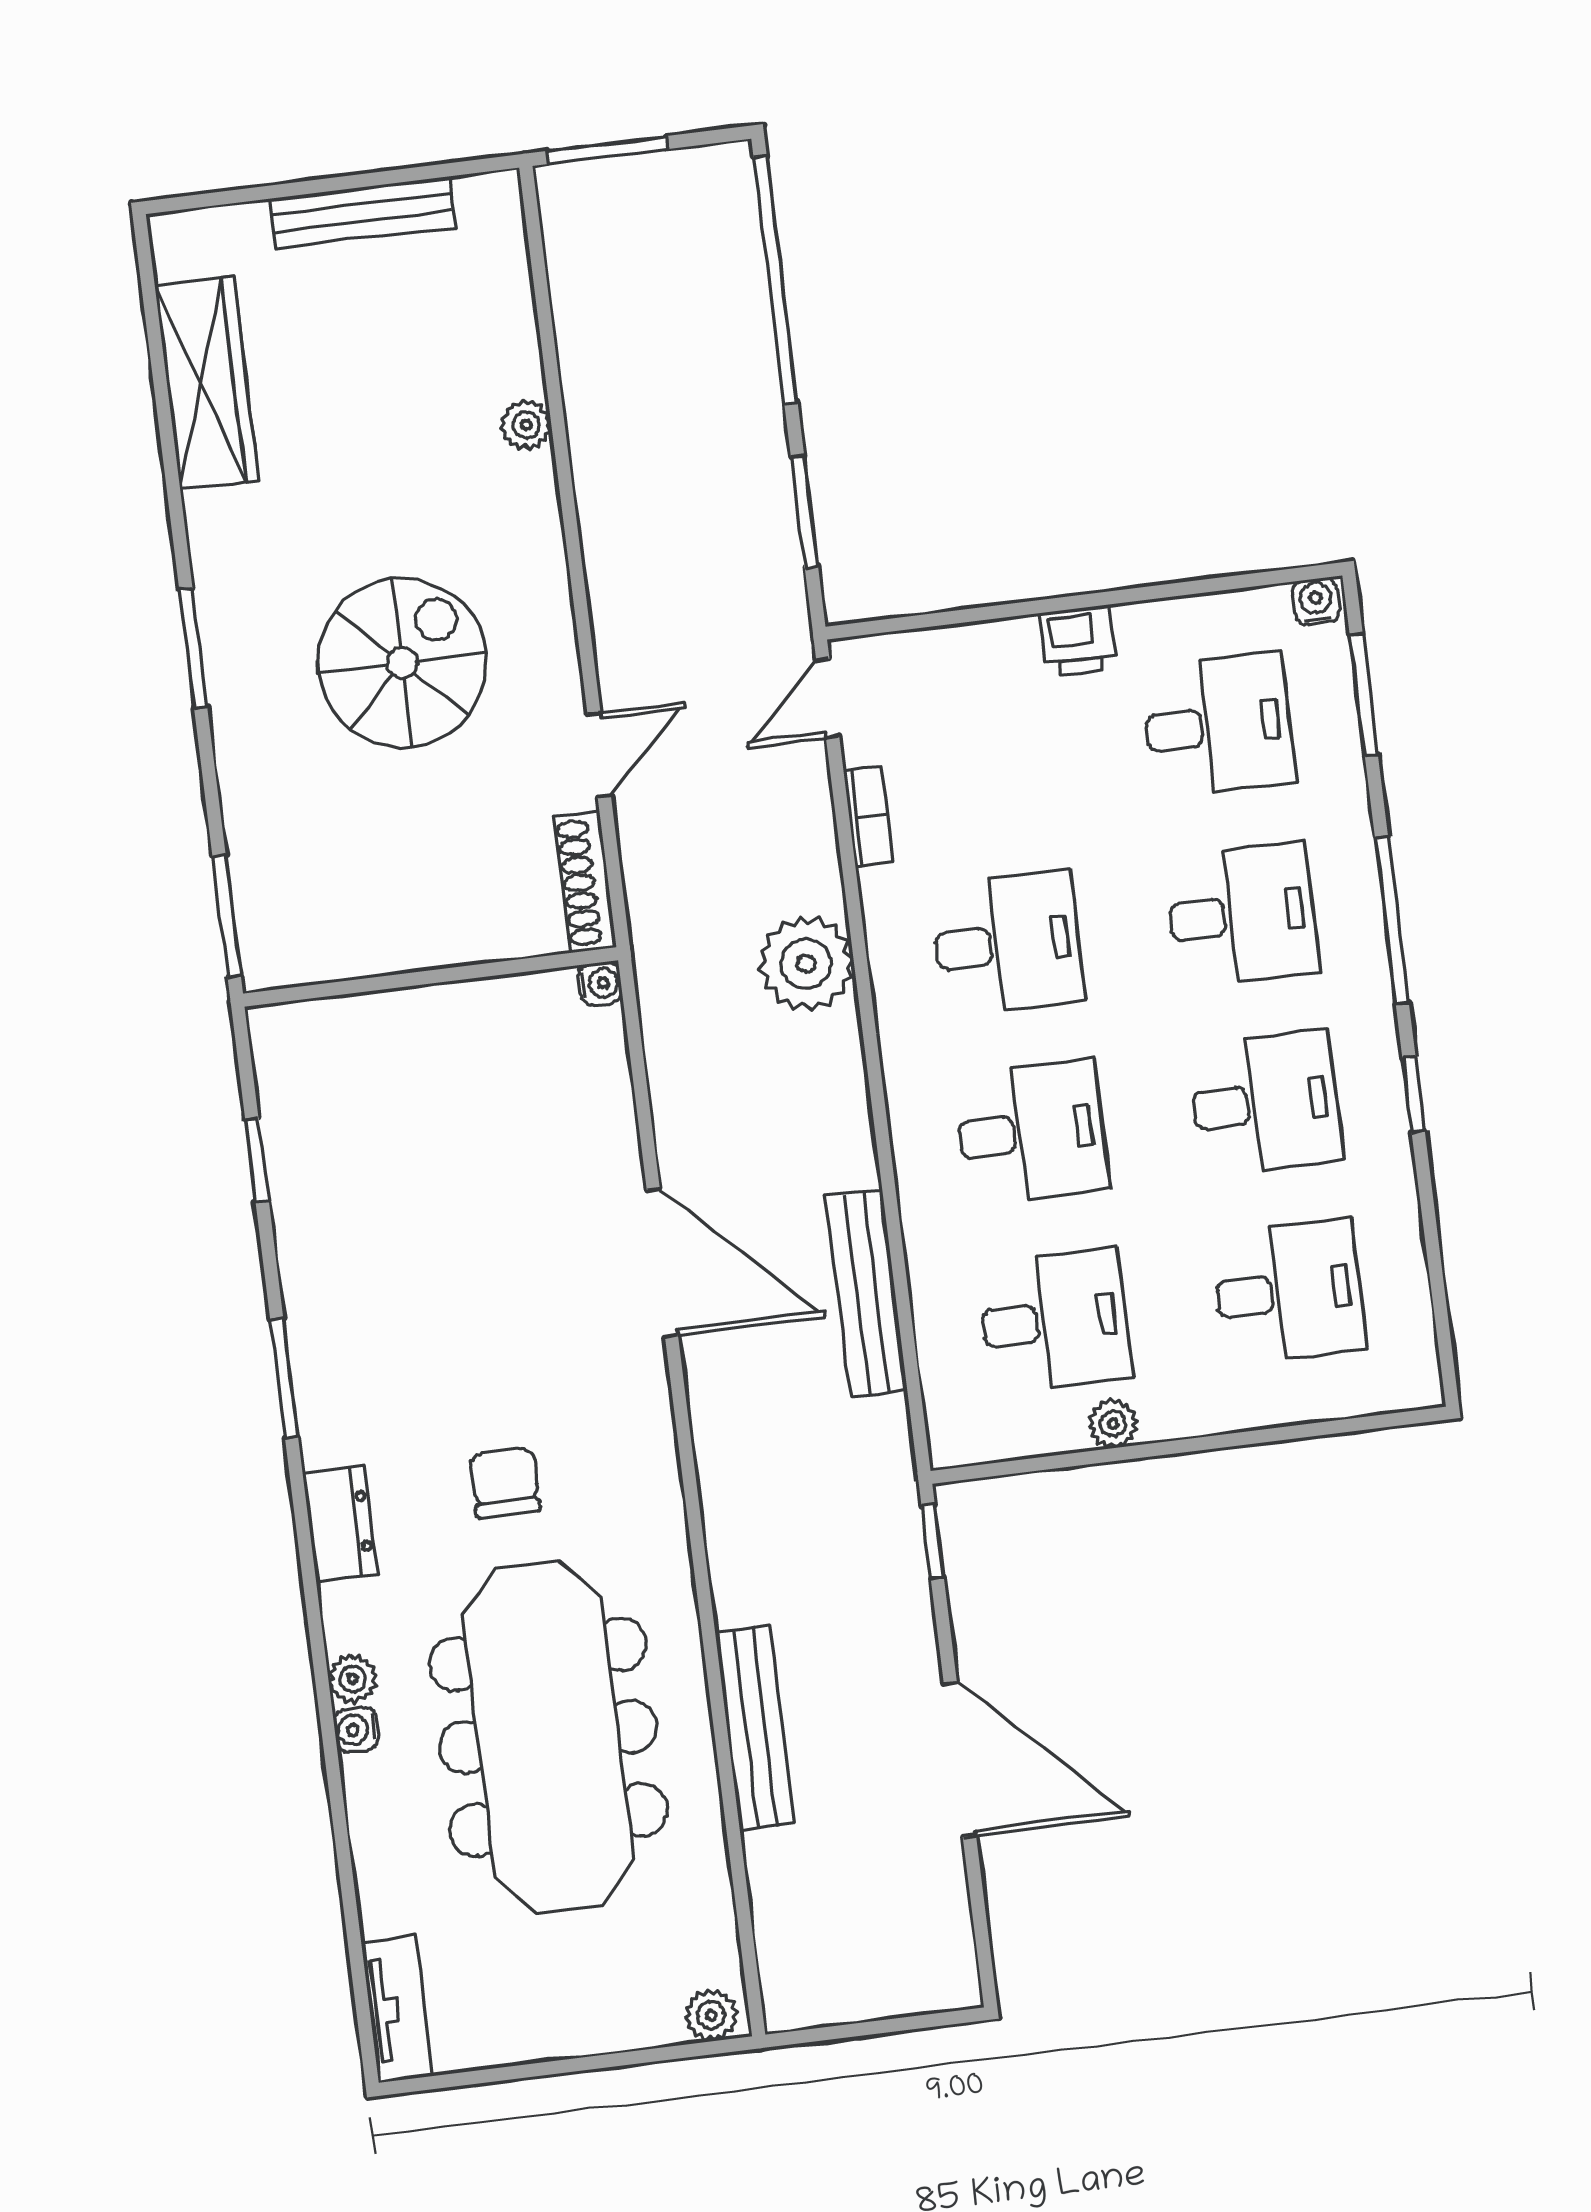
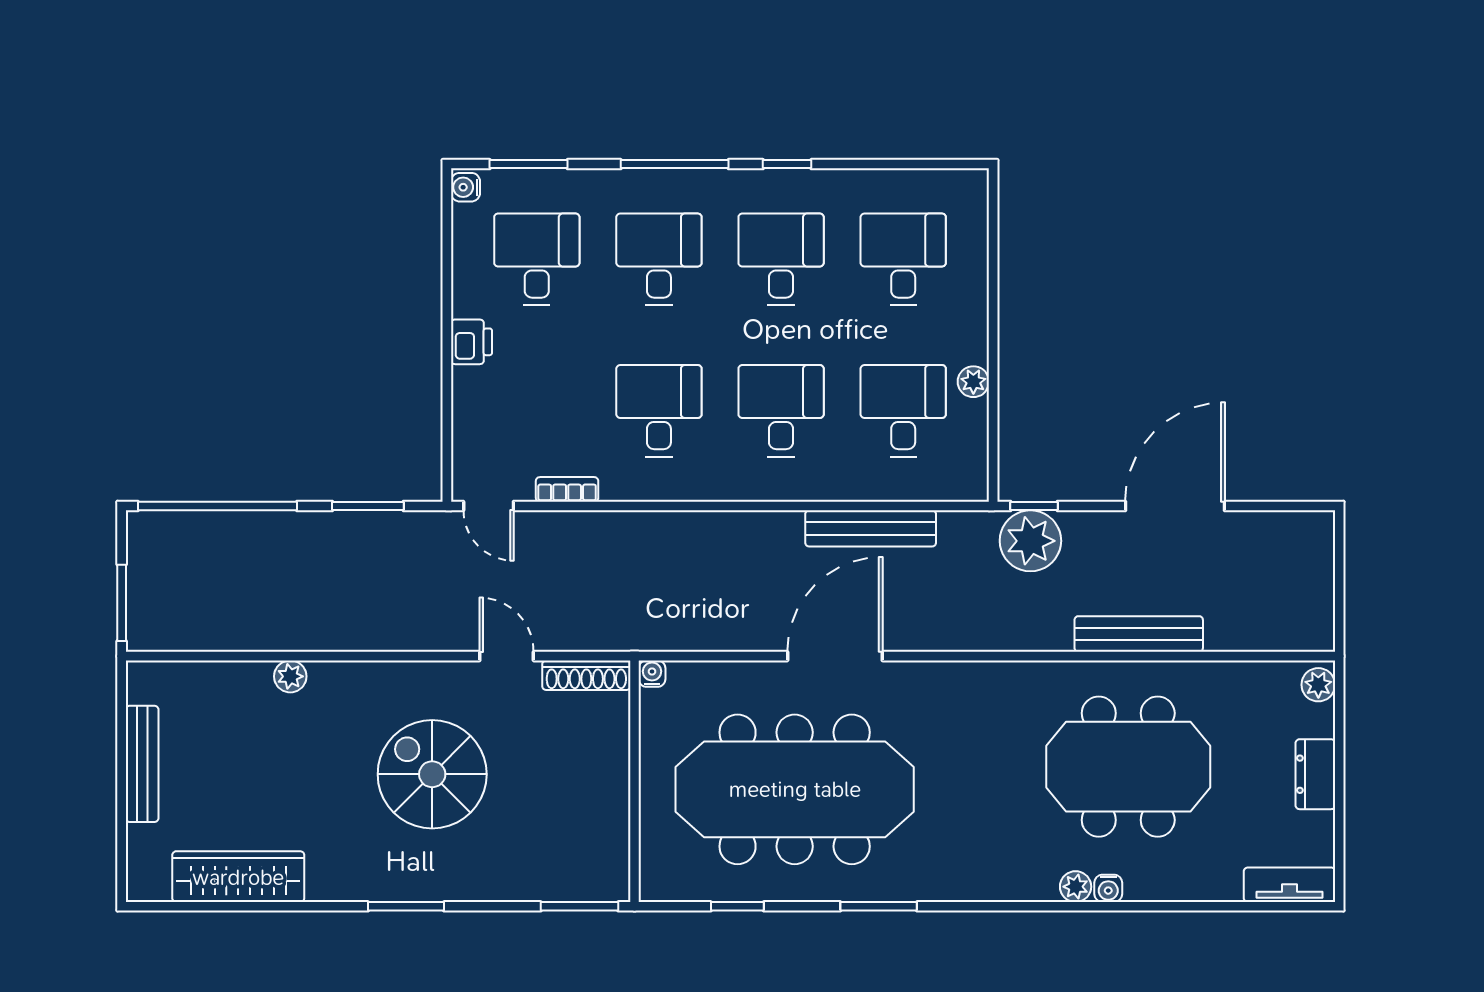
plant: (806, 964) -> (1030, 541), moved
meeting table: (449, 1226) -> (795, 789), added
chair: (505, 1482) -> (963, 774), removed
dresser: (340, 1524) -> (1315, 774), moved, turned -90
meeting table: (548, 1737) -> (1128, 767), width x0.73

